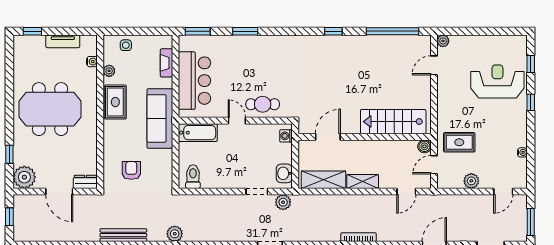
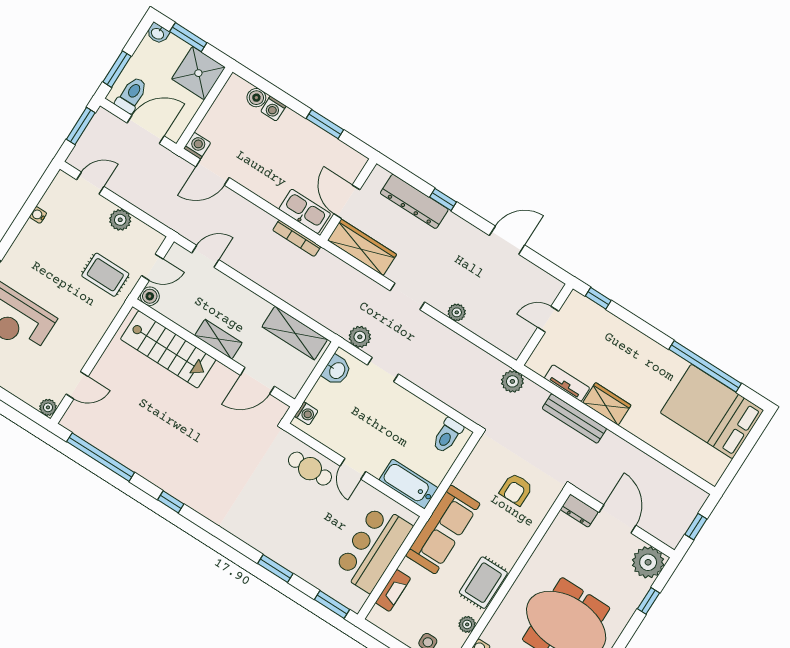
shelving: (363, 181) -> (218, 339), moved

